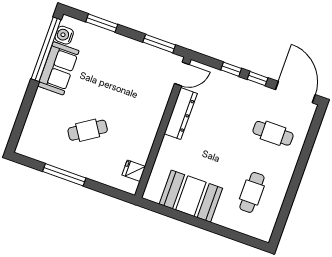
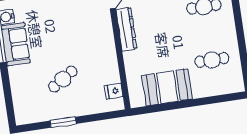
window: (64, 175) -> (63, 122), width x0.69
cafe table: (252, 192) -> (212, 60), turned 90

